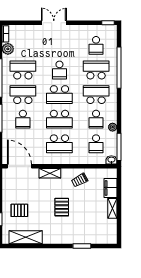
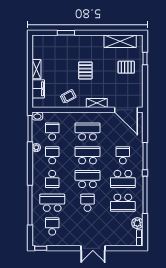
school desk: (96, 70) -> (52, 203), turned 180
school desk: (96, 95) -> (52, 179), width x0.54

